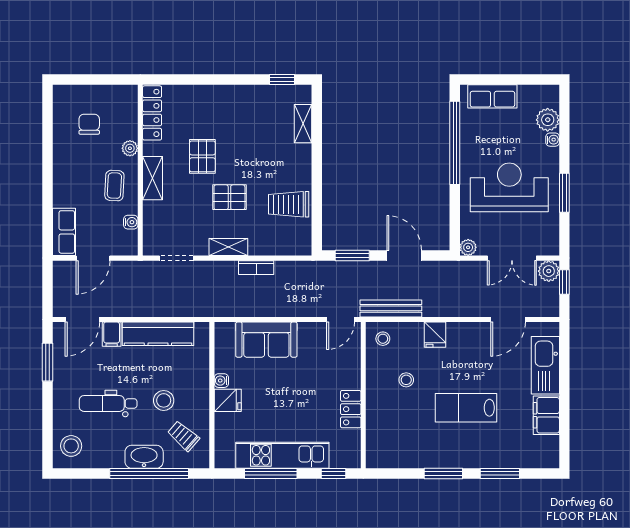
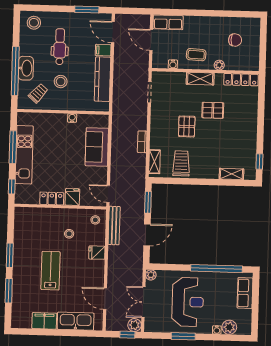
shelving: (228, 247) -> (154, 162), moved
fridge: (228, 400) -> (72, 197), moved, turned 180

